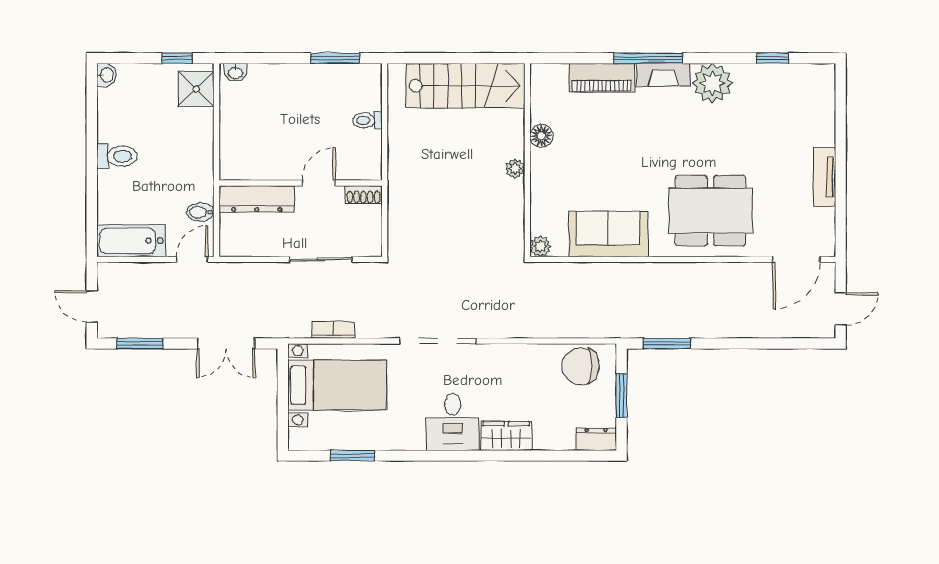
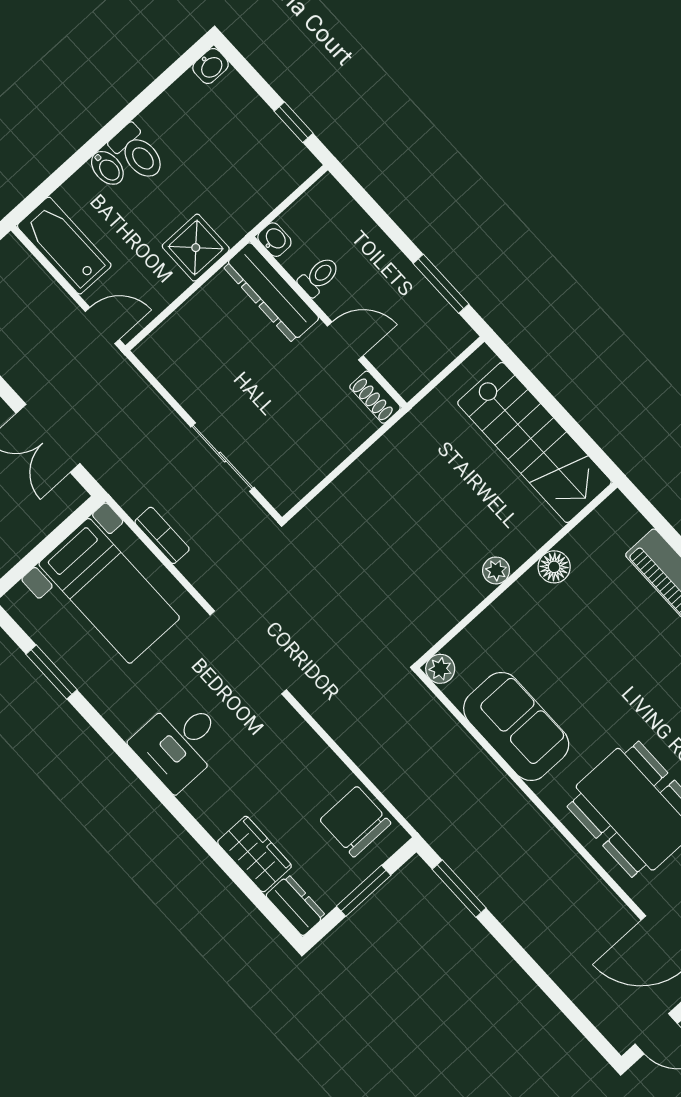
washbasin: (236, 72) -> (274, 240), moved, turned 180
shower: (196, 89) -> (196, 248), moved
toilet: (367, 120) -> (319, 277), moved, turned 90
wall: (301, 183) -> (328, 322), moved
door: (319, 183) -> (345, 341), moved
shoe rack: (363, 195) -> (375, 397), moved
dresser: (257, 199) -> (271, 292), moved
bidet: (200, 212) -> (107, 168), moved, turned 180
wardrobe: (506, 436) -> (254, 854), moved

